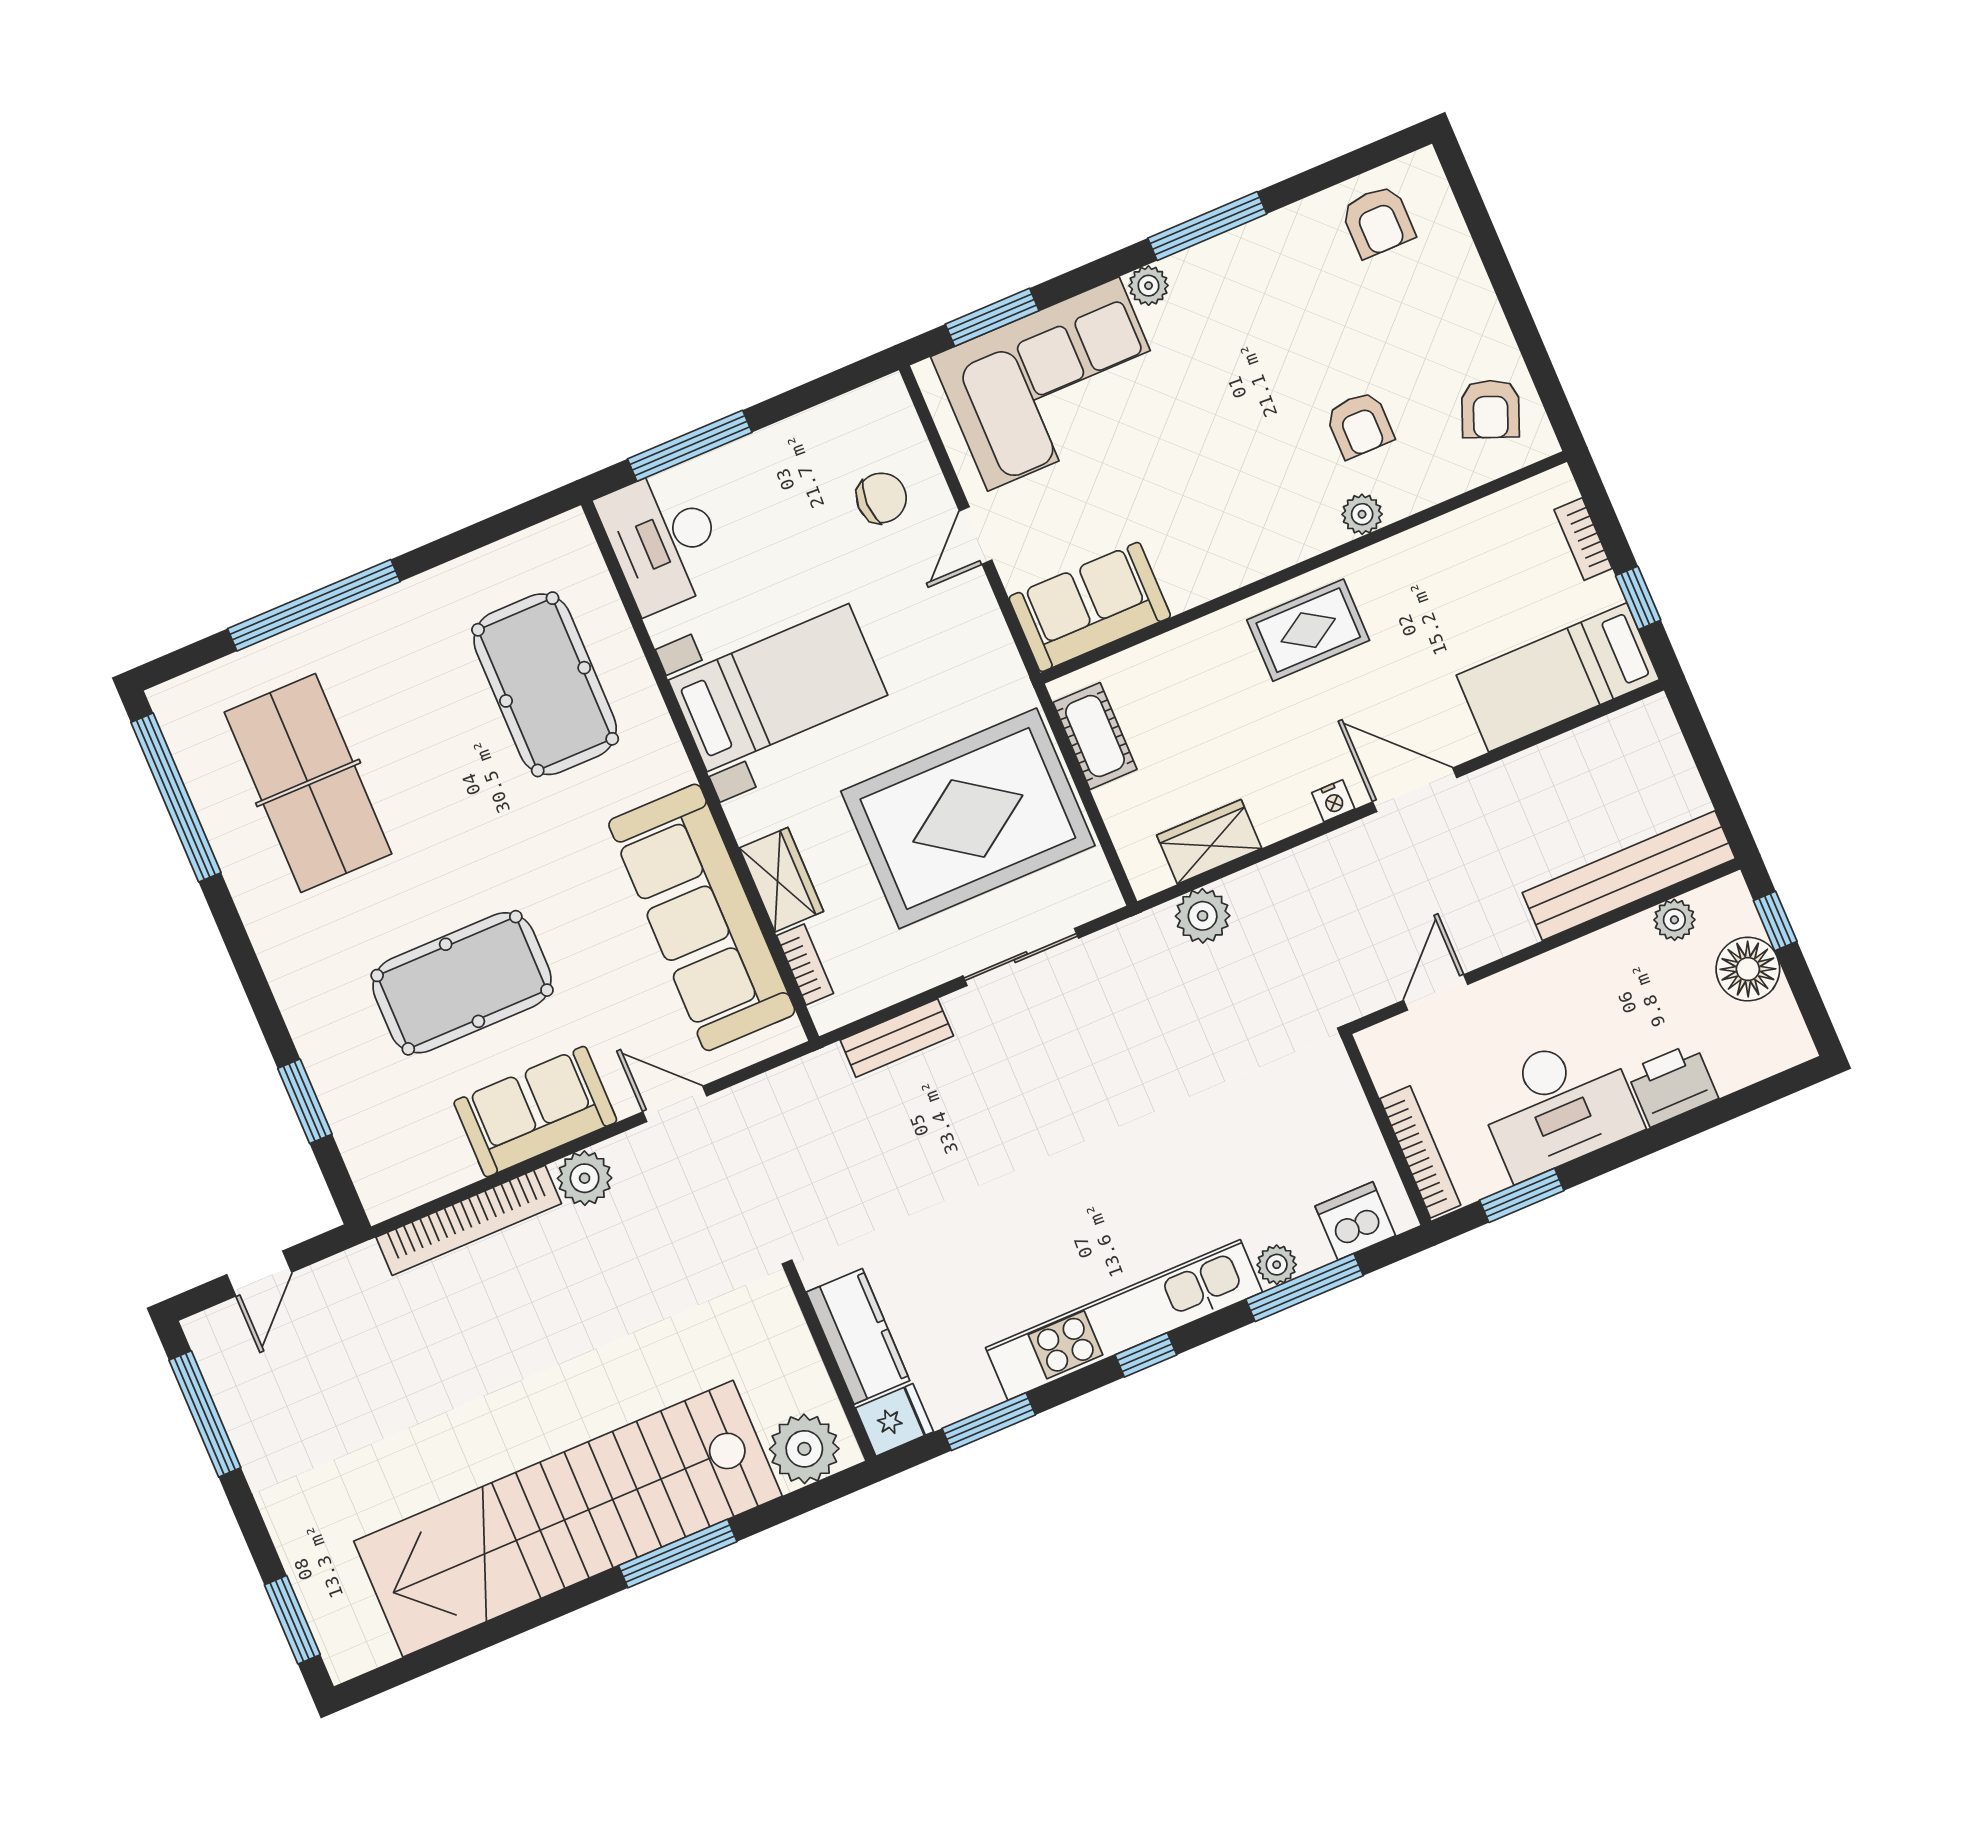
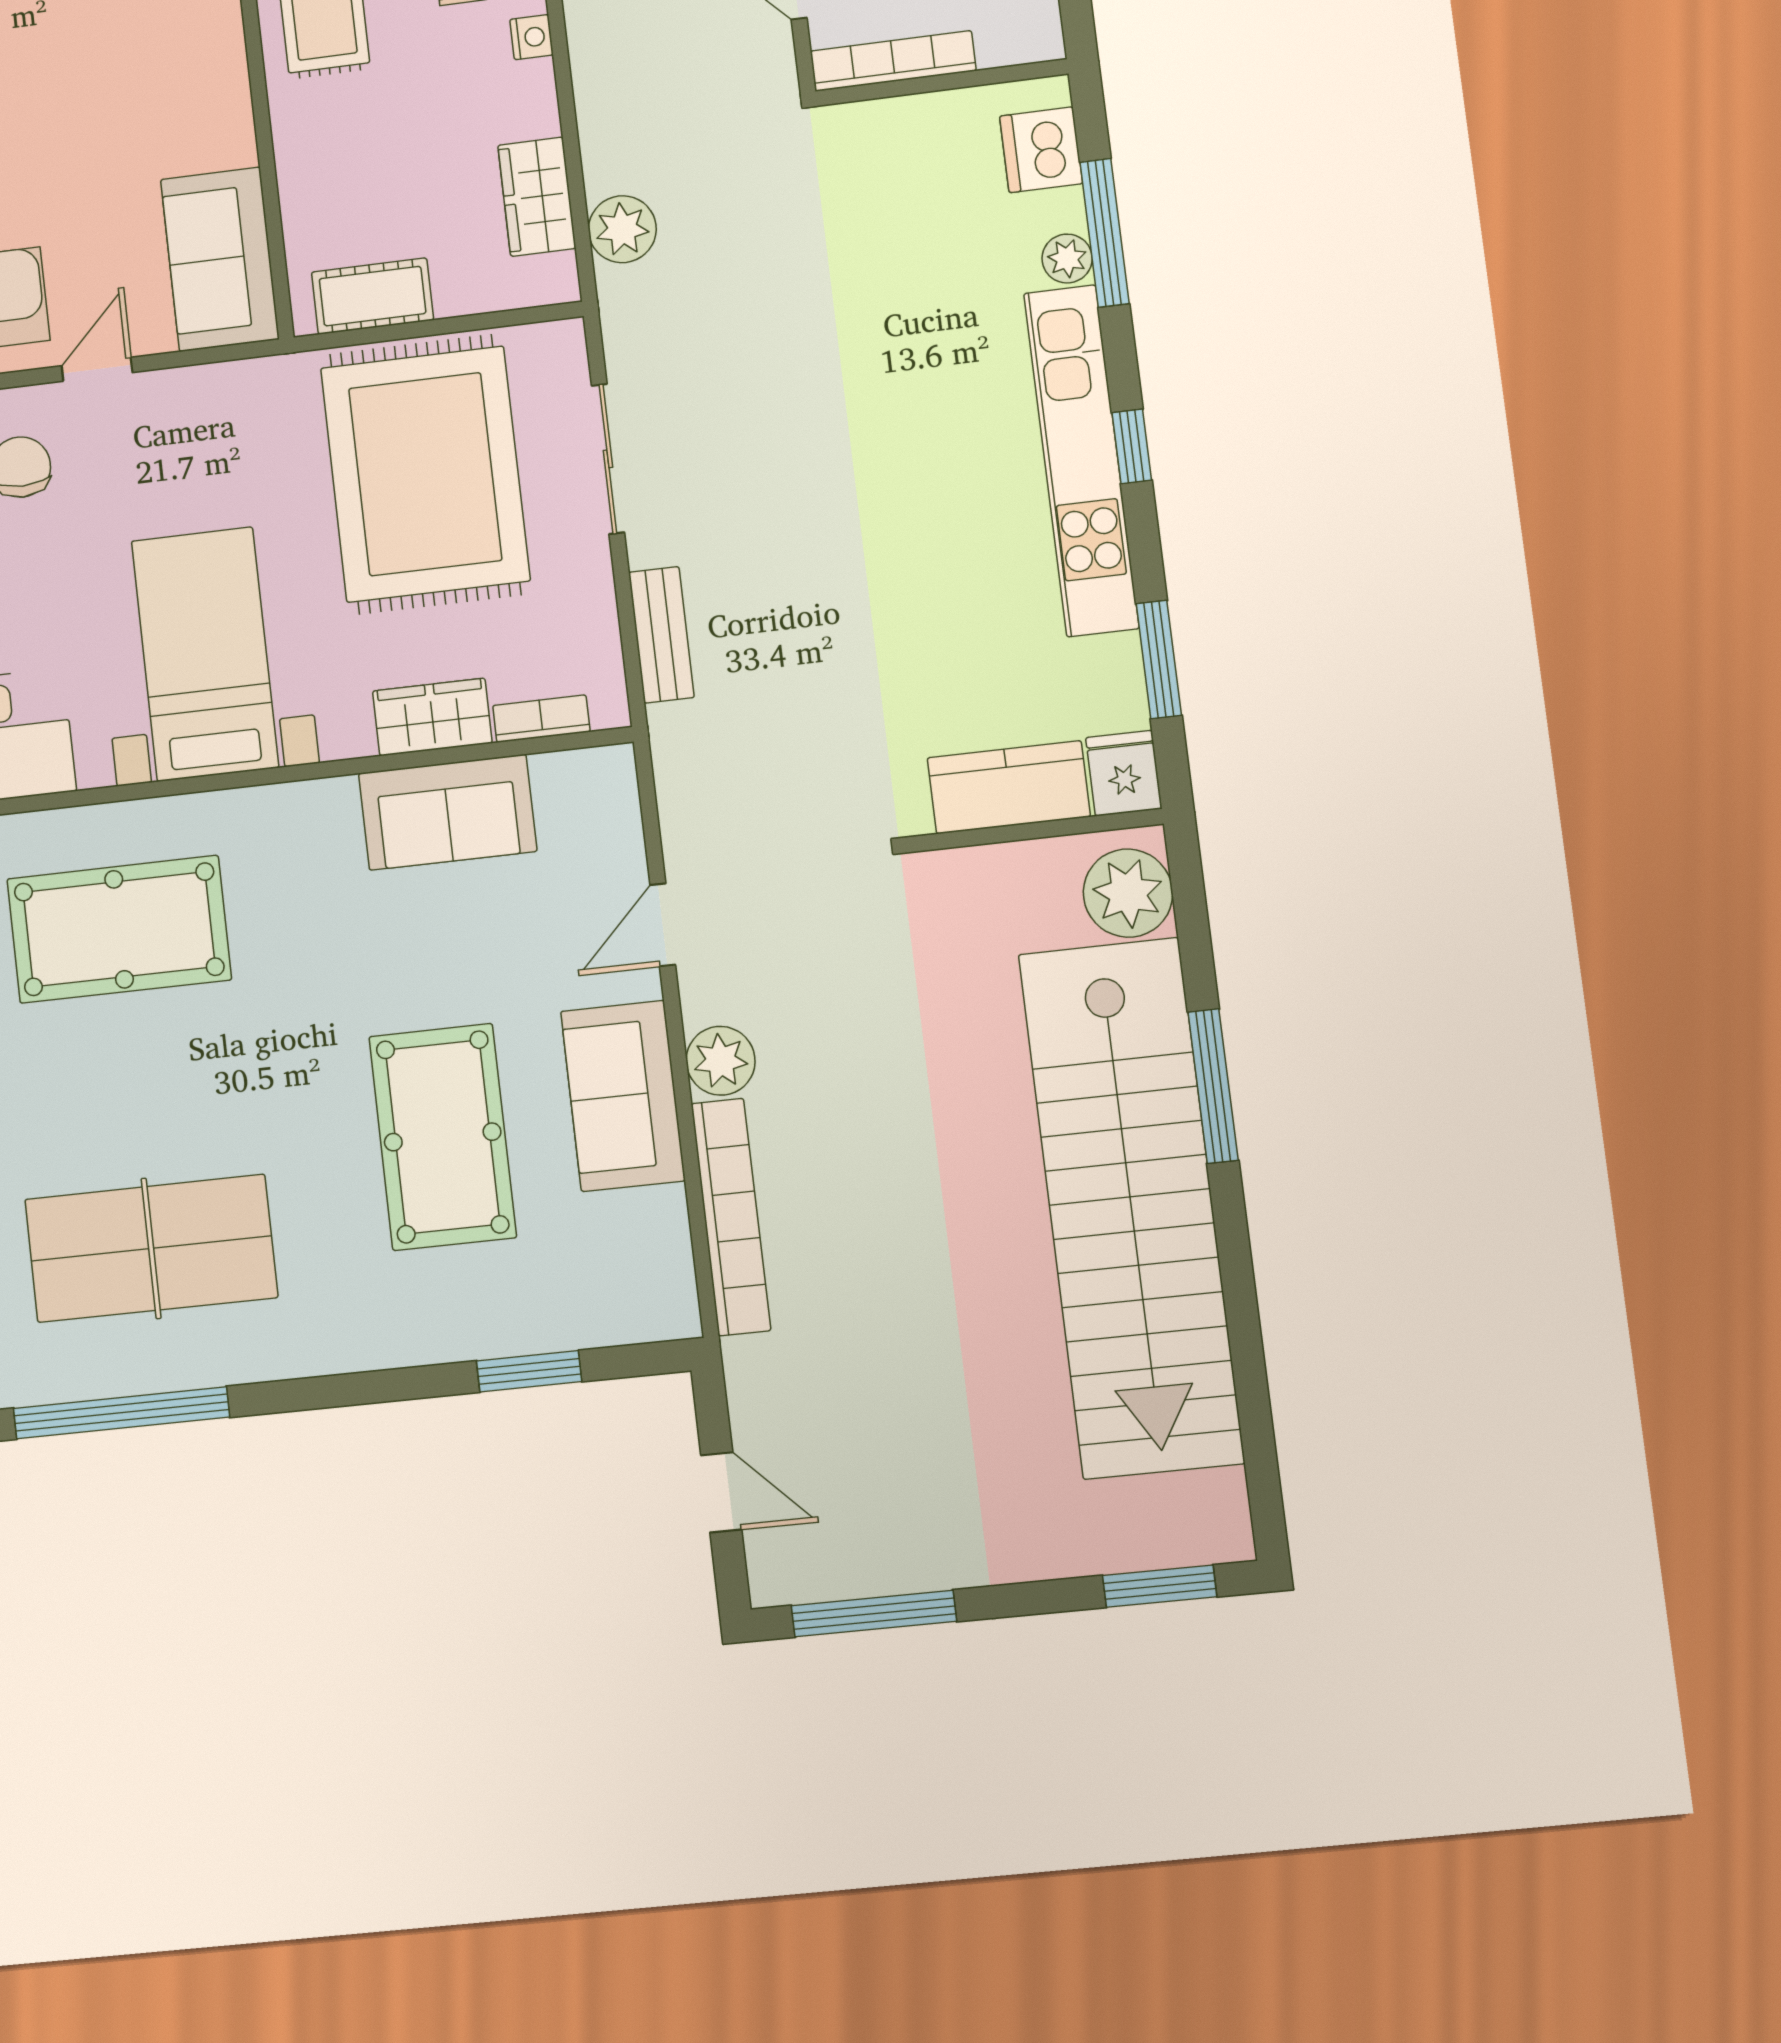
door: (976, 536) -> (97, 369), swing flipped
sofa: (702, 917) -> (448, 812), width x0.54, depth x0.79
bookcase: (1420, 1152) -> (893, 61), moved

